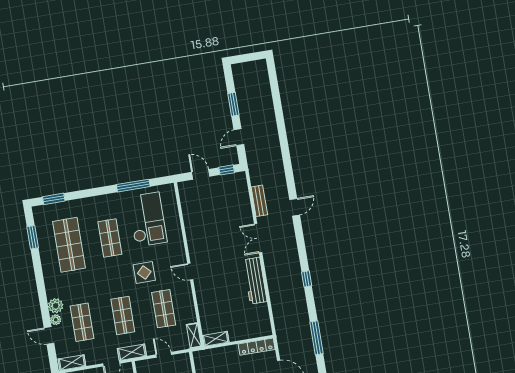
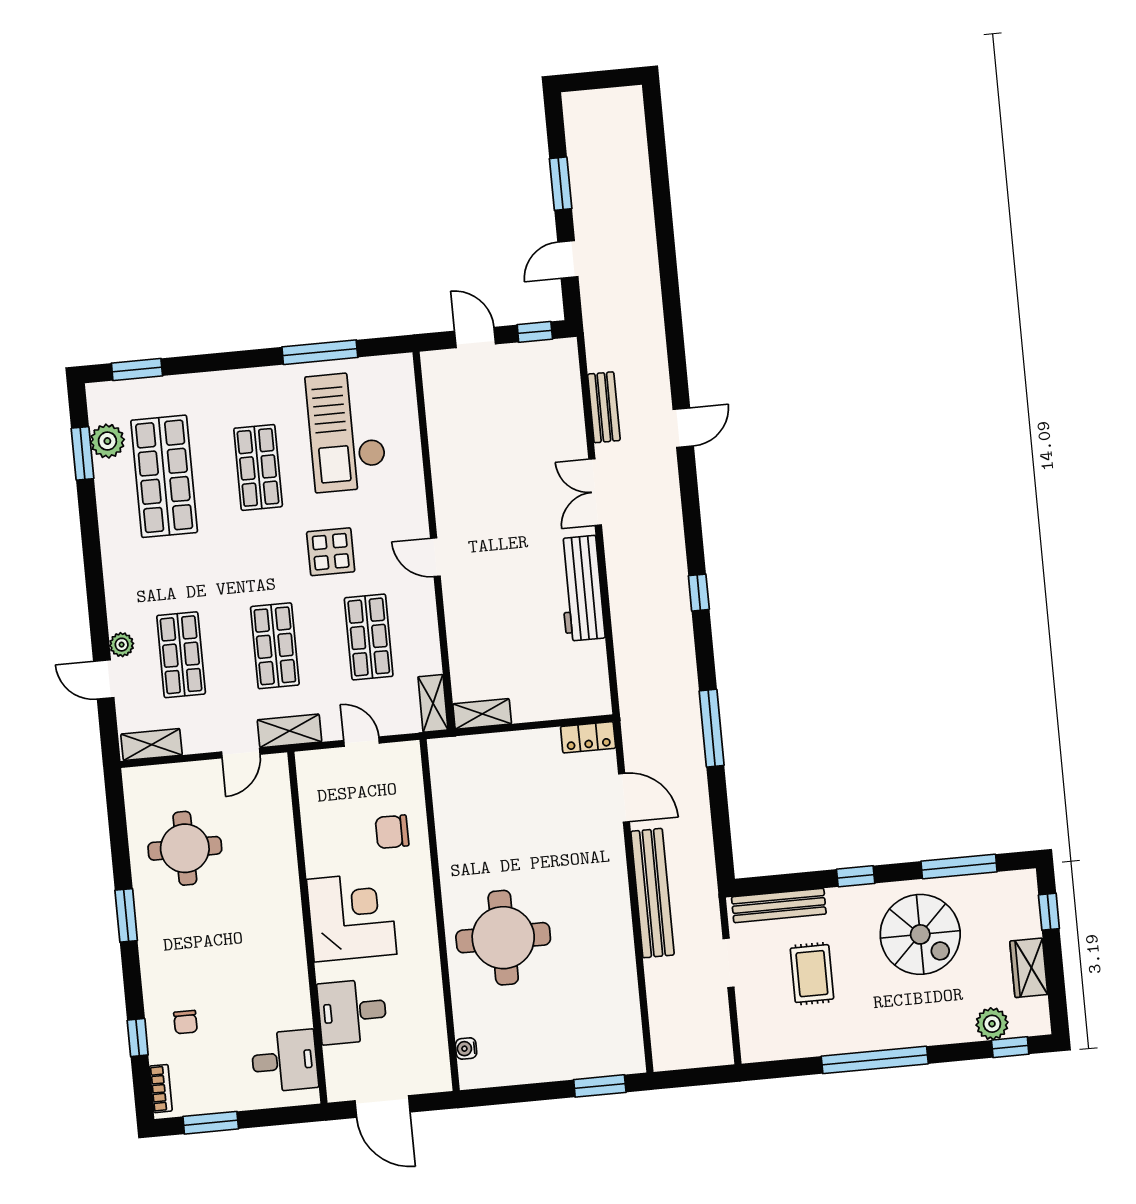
checkout: (147, 219) -> (346, 432), turned 180
plant: (56, 306) -> (107, 441), moved
locker: (257, 347) -> (588, 737), width x0.66

